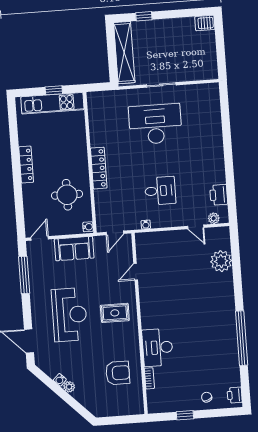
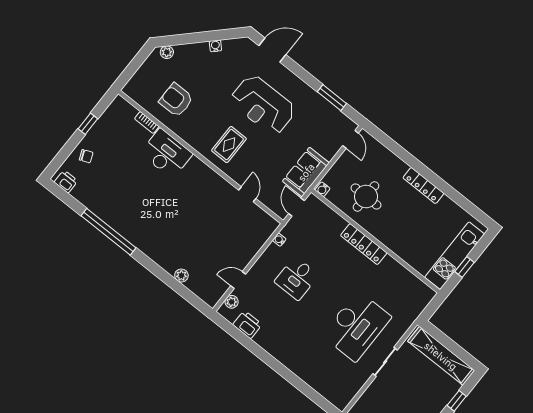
sofa: (74, 249) -> (306, 172), moved
plant: (221, 261) -> (181, 276), width x0.53, depth x0.53
window: (24, 275) -> (332, 98), width x0.69
armchair: (118, 373) -> (176, 100), turned 90
plant: (69, 387) -> (167, 52), moved

